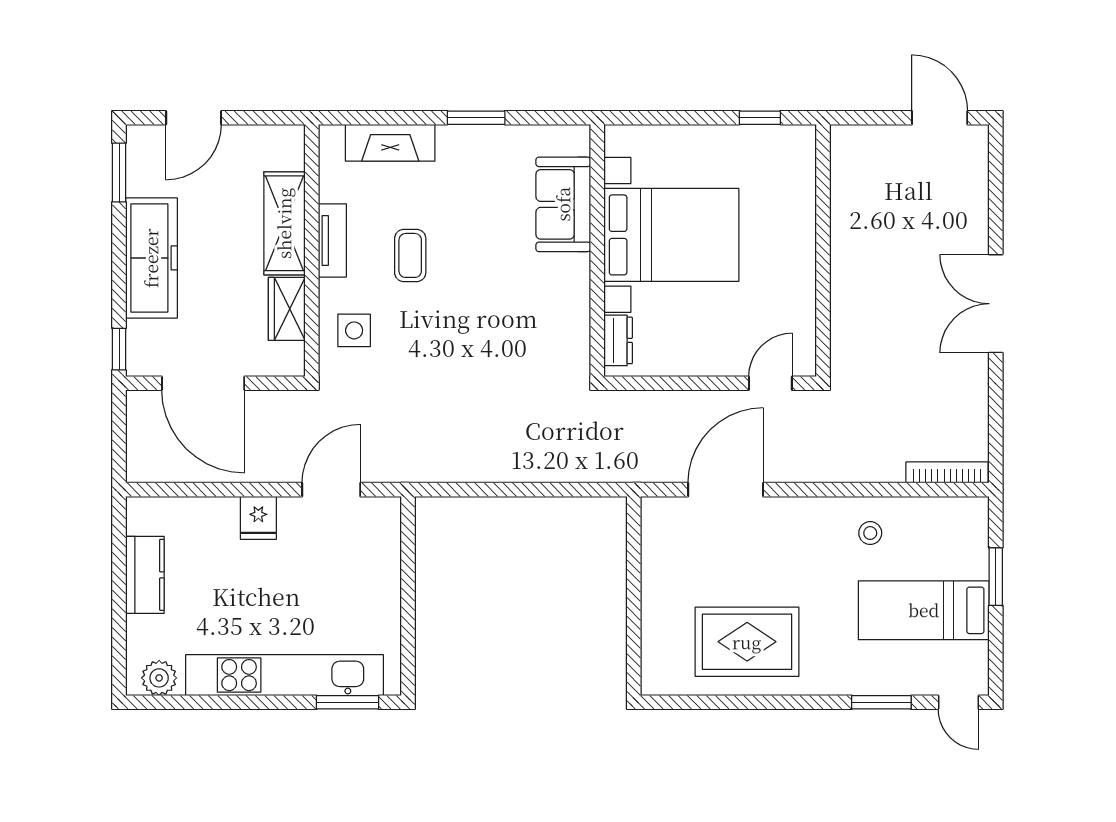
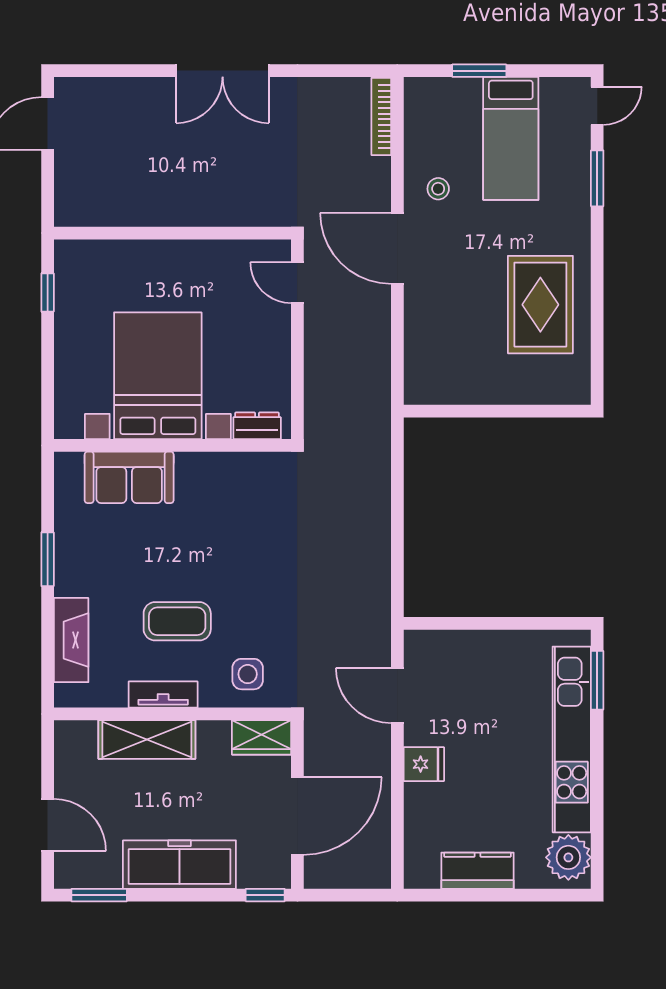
coffee table: (410, 255) -> (177, 621), width x1.36, depth x1.30
wardrobe: (287, 309) -> (262, 737), moved
door: (726, 490) -> (397, 248), moved
plant: (159, 678) -> (568, 857), width x1.36, depth x1.36

